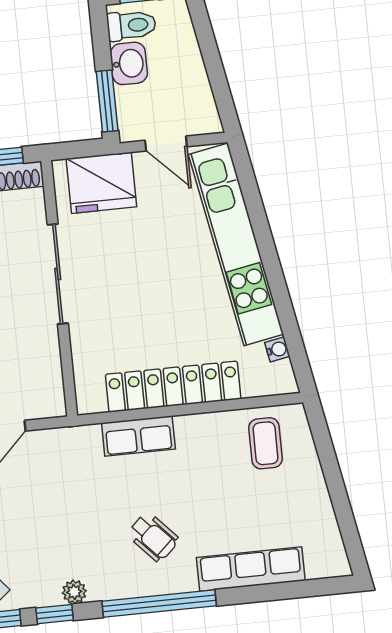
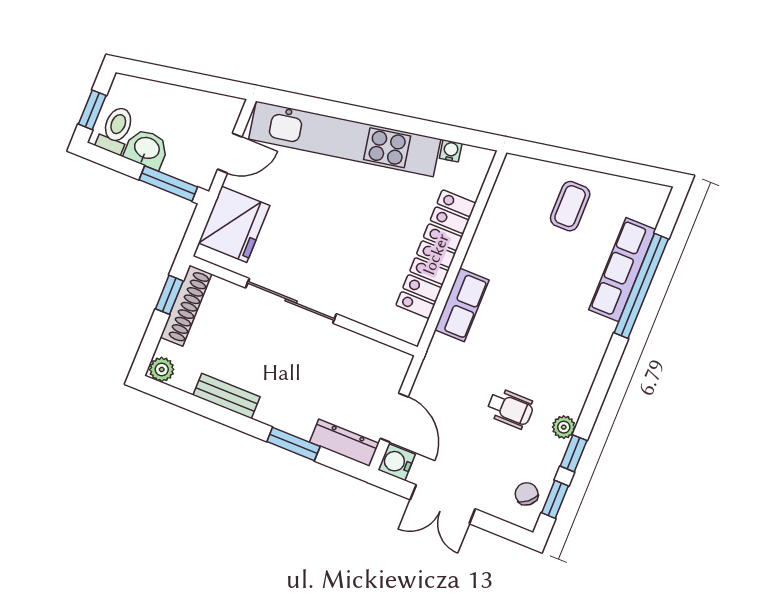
coffee table: (265, 443) -> (570, 206), moved, turned 90
wheelchair: (153, 537) -> (510, 408), moved, turned 43
window: (159, 603) -> (641, 286), moved

